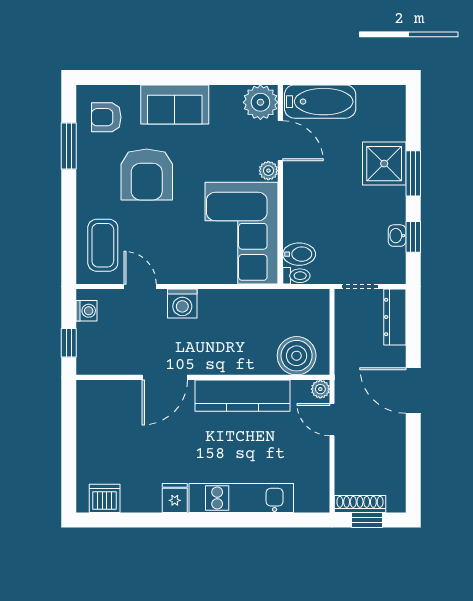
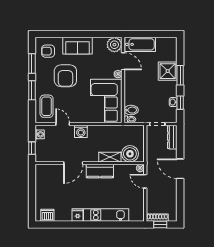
window: (69, 208) -> (32, 90), added
shelving: (250, 363) -> (110, 157), added
kitchen counter: (242, 396) -> (100, 171), width x0.67

